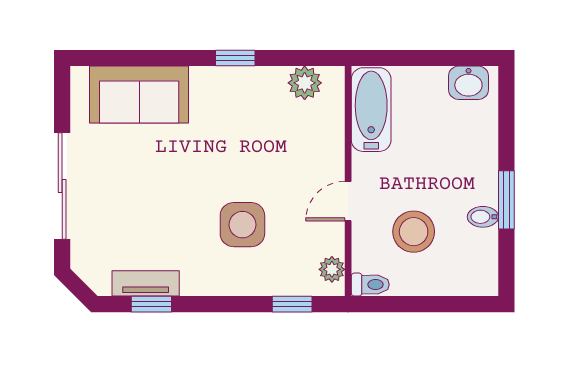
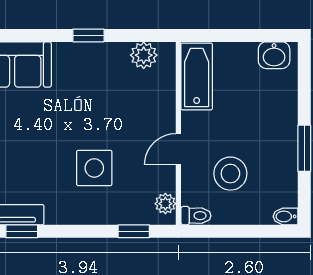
bidet: (483, 217) -> (285, 216), moved

